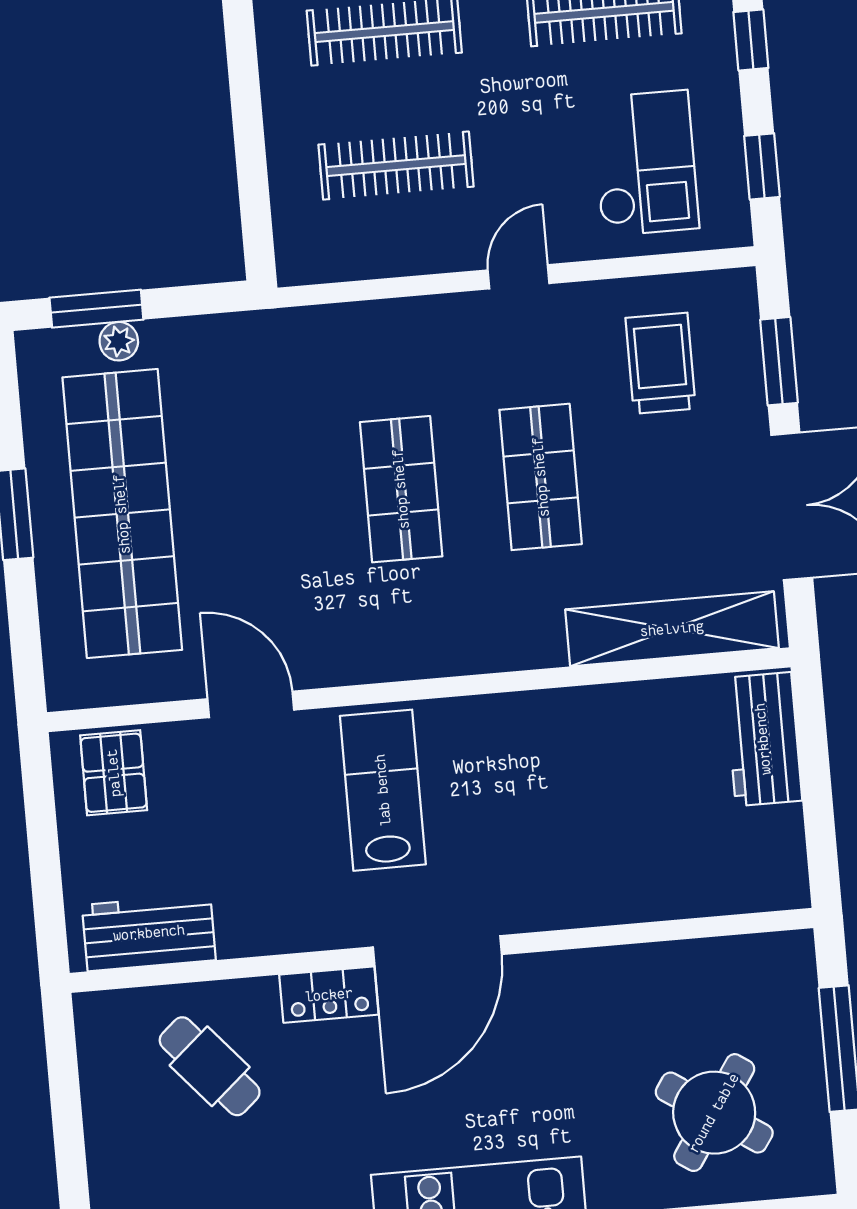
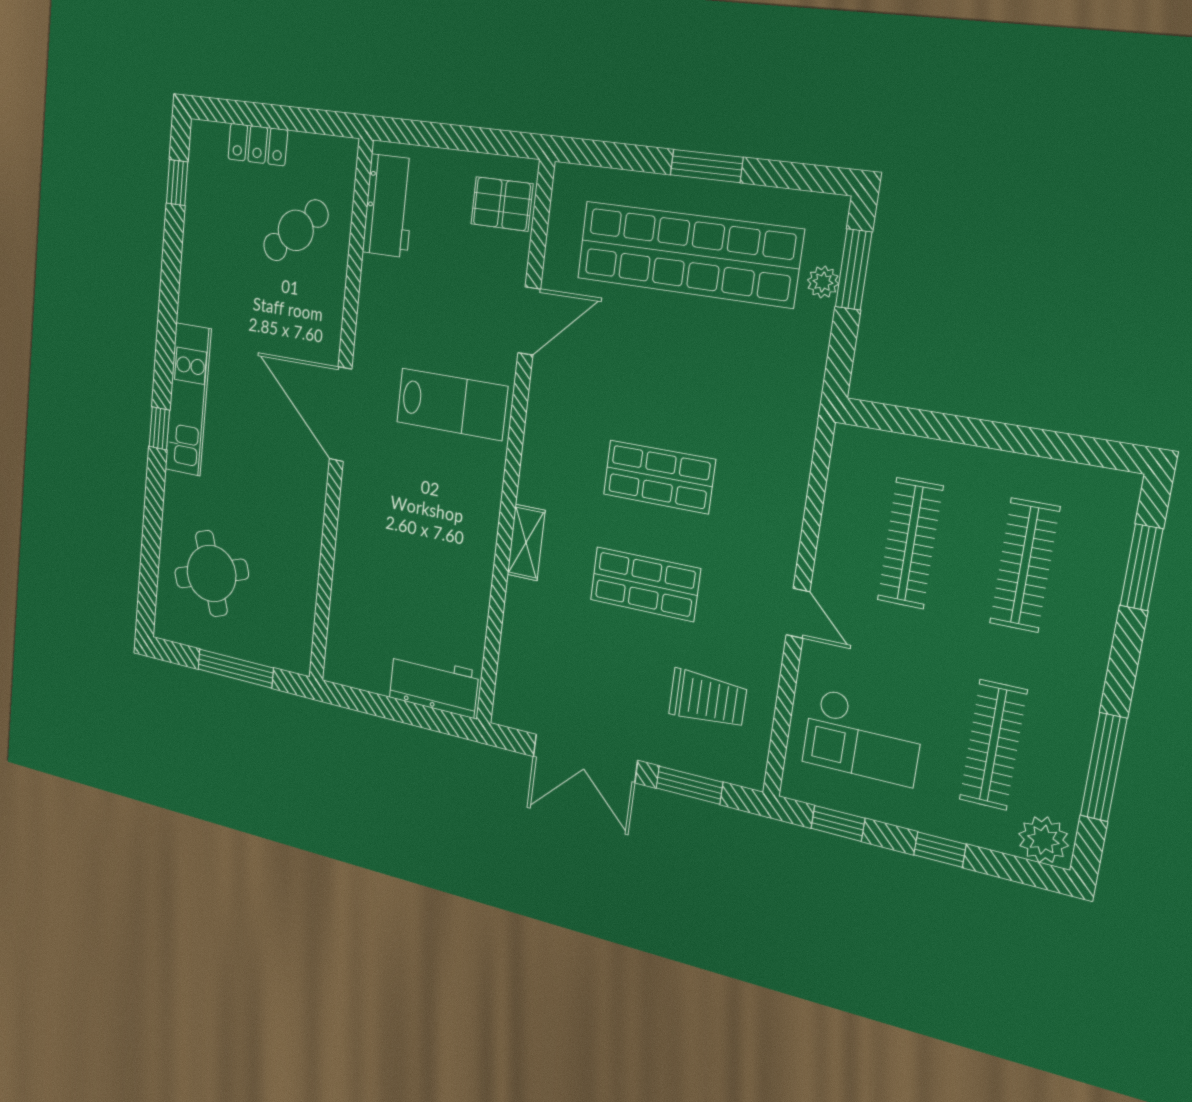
shelving: (672, 629) -> (526, 543), moved, width x0.45, depth x0.75
locker: (329, 995) -> (258, 145), moved, turned -90
round table: (714, 1113) -> (211, 574), turned 38

